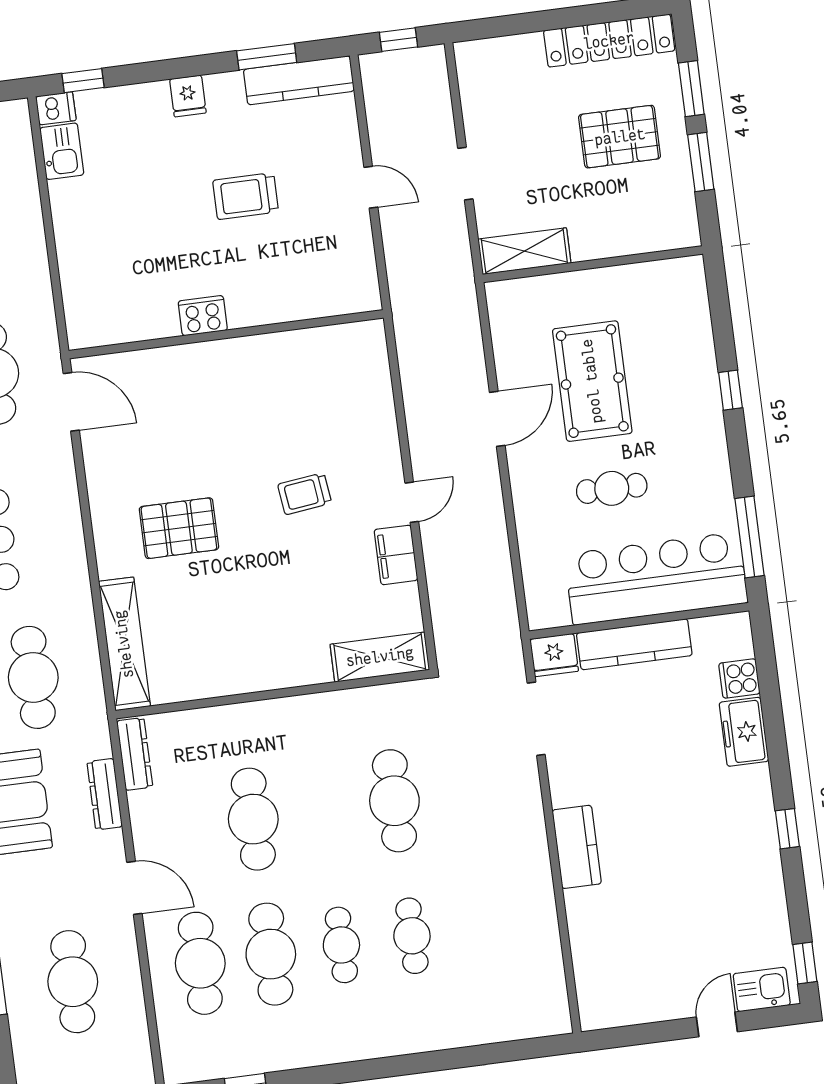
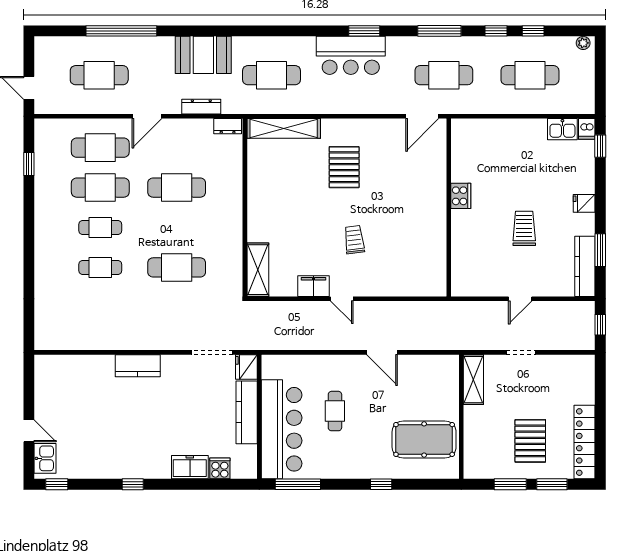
pool table: (592, 381) -> (424, 439), moved
dresser: (135, 754) -> (228, 126), width x0.70

